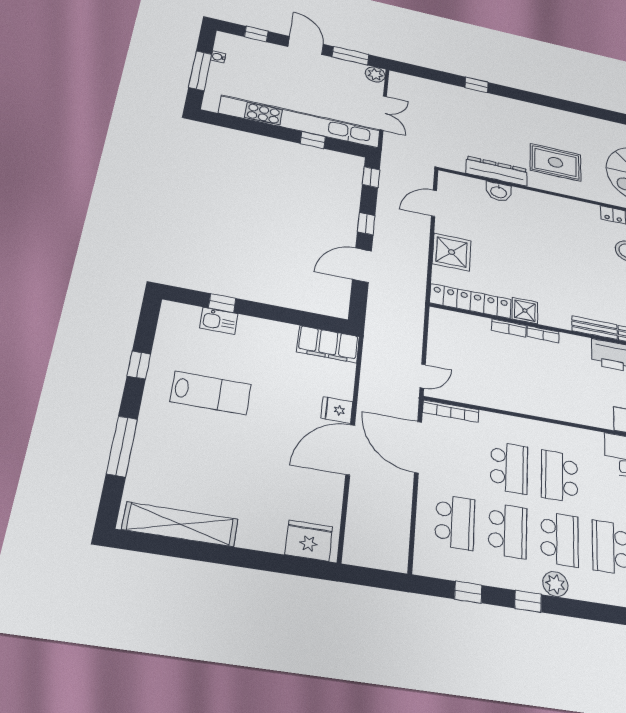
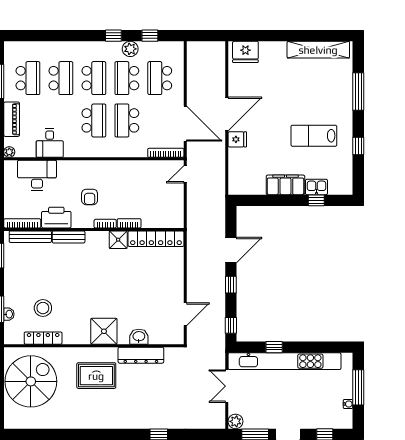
shower: (452, 252) -> (104, 331), moved
filing cabinet: (328, 344) -> (285, 185), moved
armchair: (565, 373) -> (90, 197), added
school desk: (560, 539) -> (94, 78), turned 180
plant: (555, 584) -> (130, 49), moved

